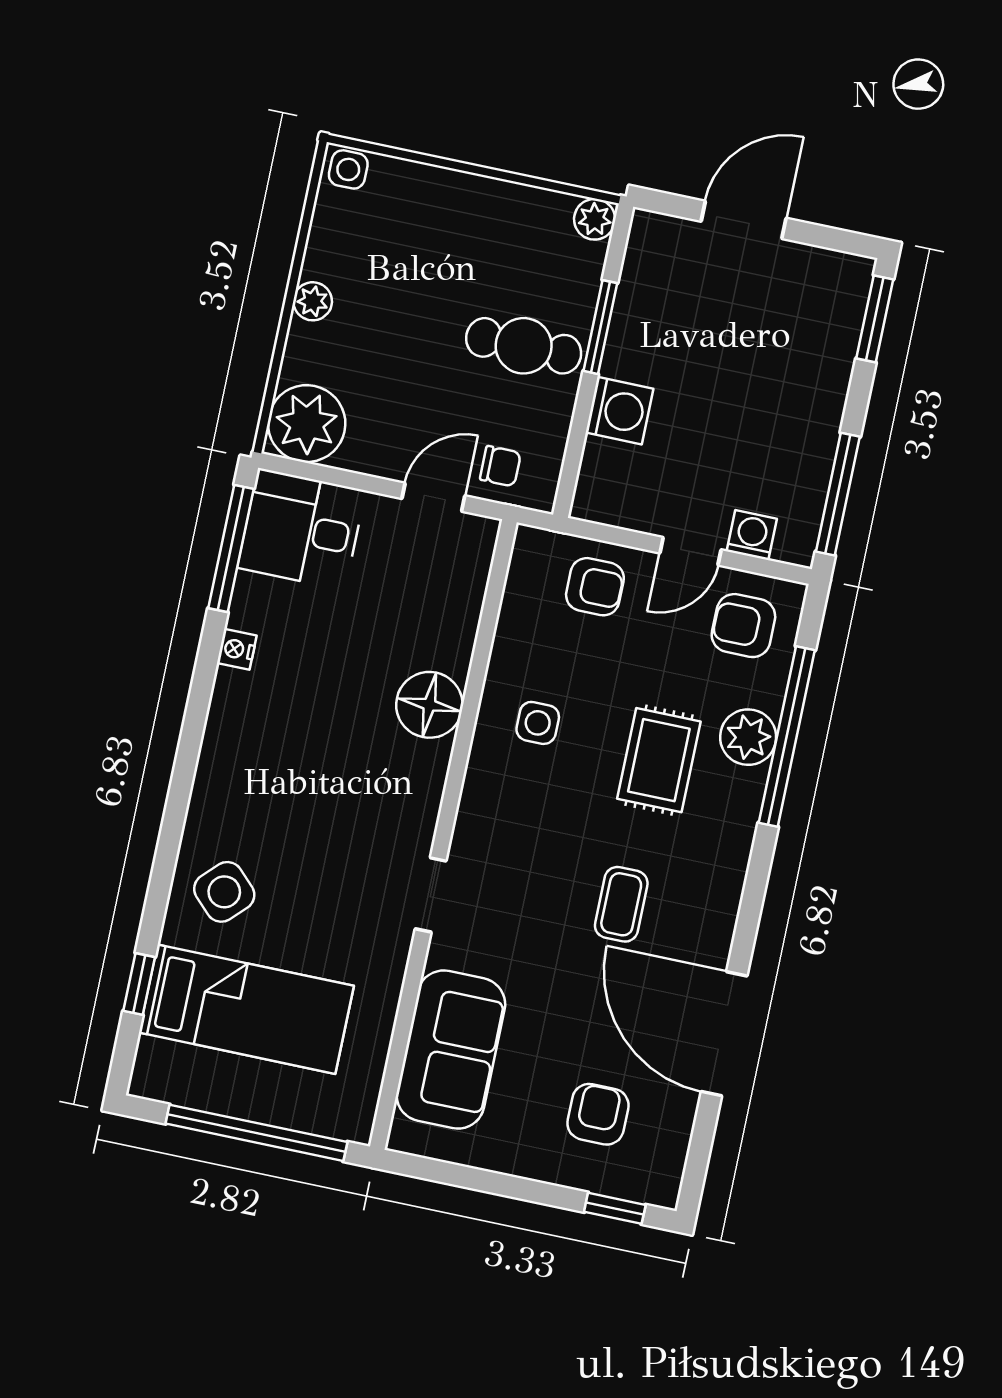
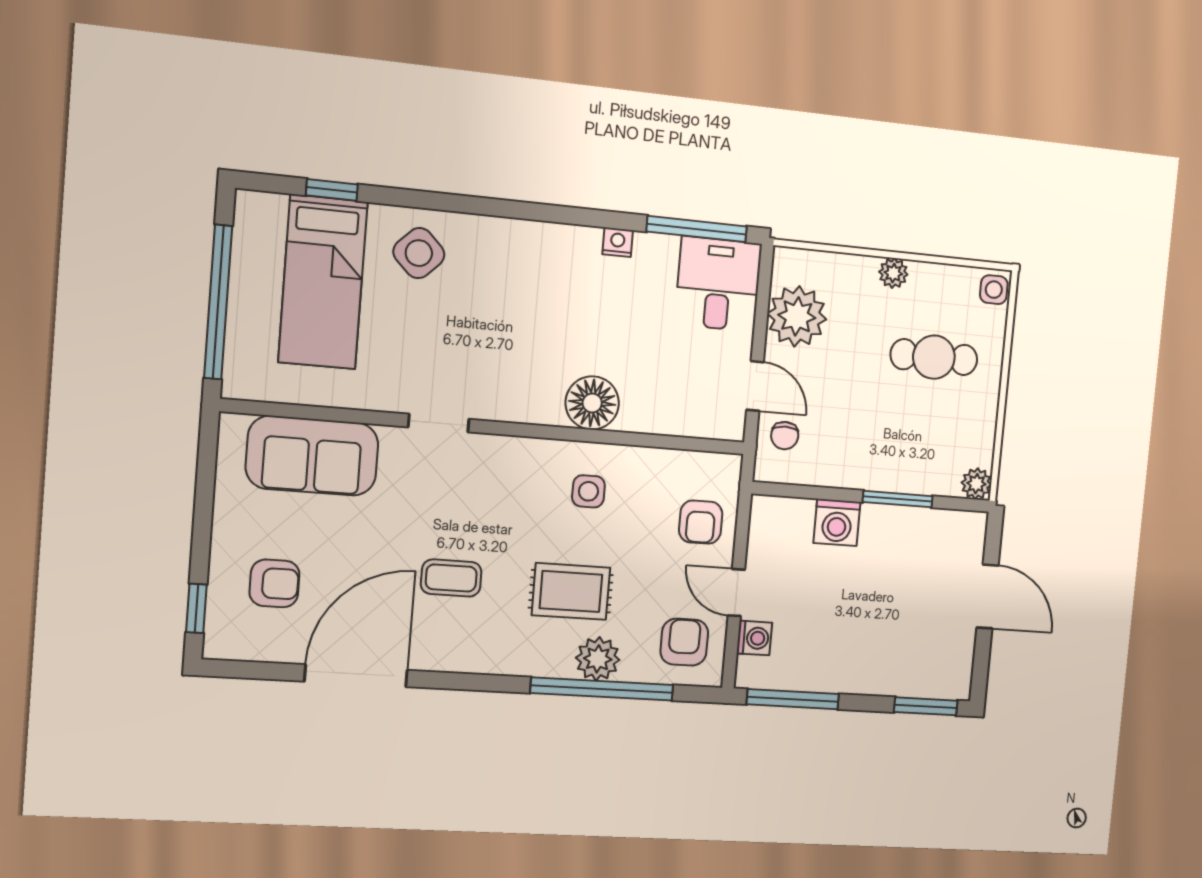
cafe table: (524, 346) -> (934, 357), moved, turned 90
plant: (307, 424) -> (797, 316), moved

